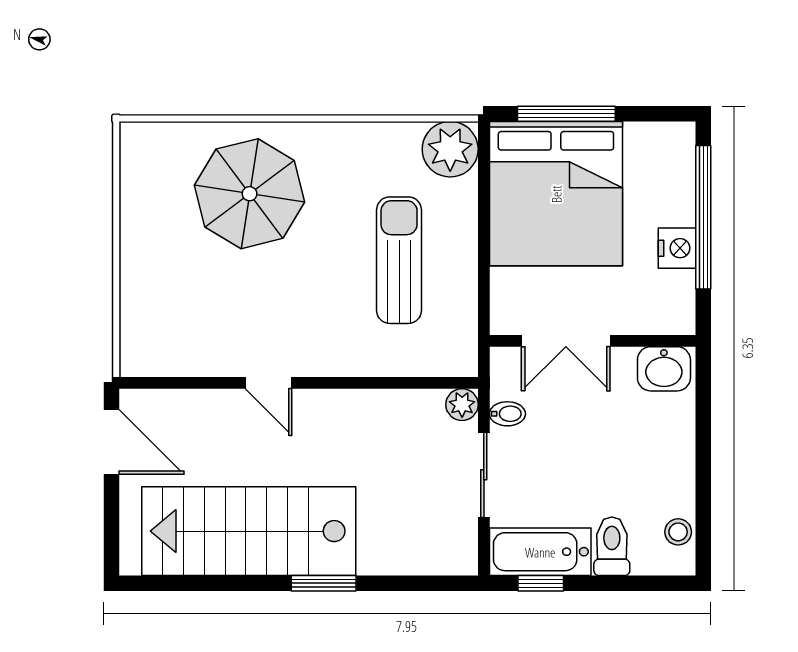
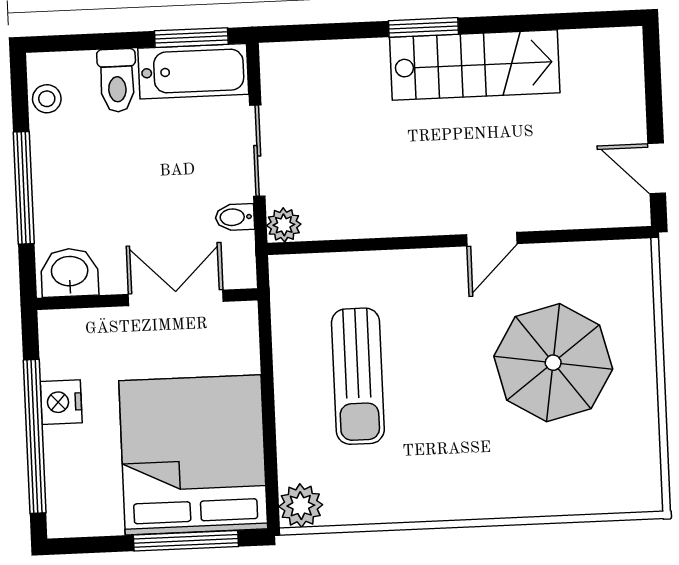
plant: (450, 149) -> (301, 506), width x0.73, depth x0.73
parasol: (250, 194) -> (553, 363), moved
door: (269, 383) -> (492, 239), swing flipped
door: (112, 442) -> (657, 168), width x0.73
window: (703, 450) -> (24, 188), added
stairs: (249, 531) -> (475, 65), width x0.73, depth x0.66
window: (541, 583) -> (191, 38), width x1.50

